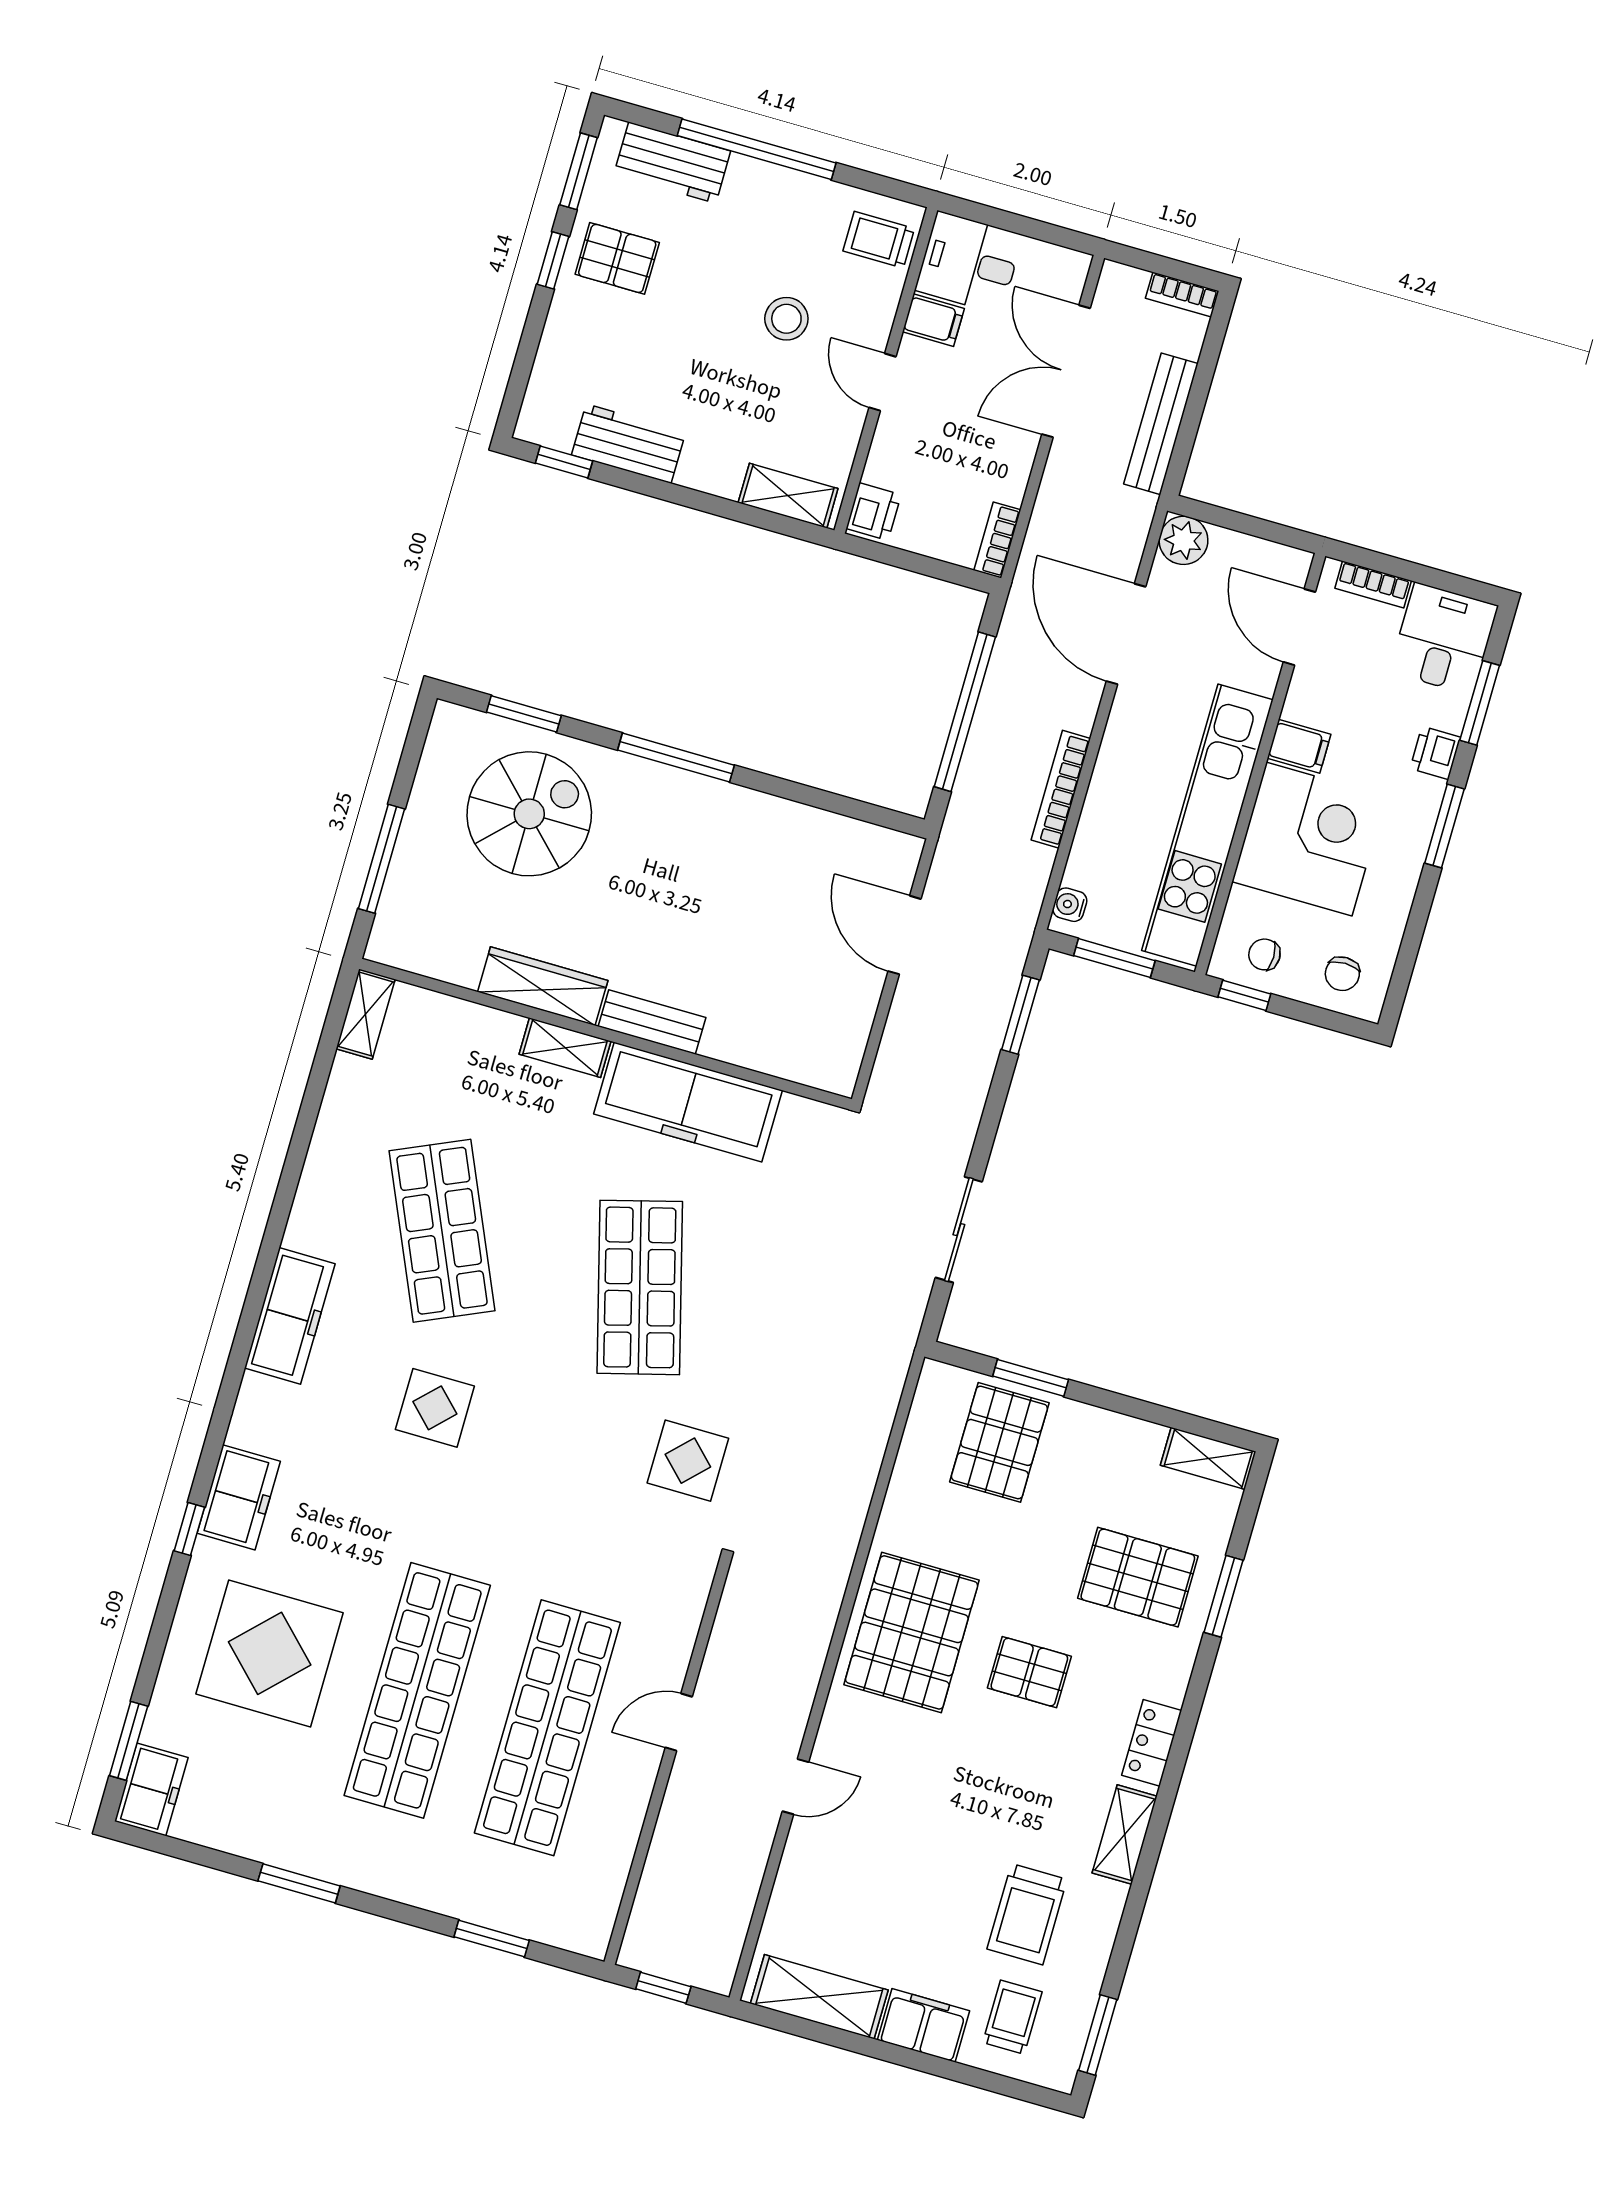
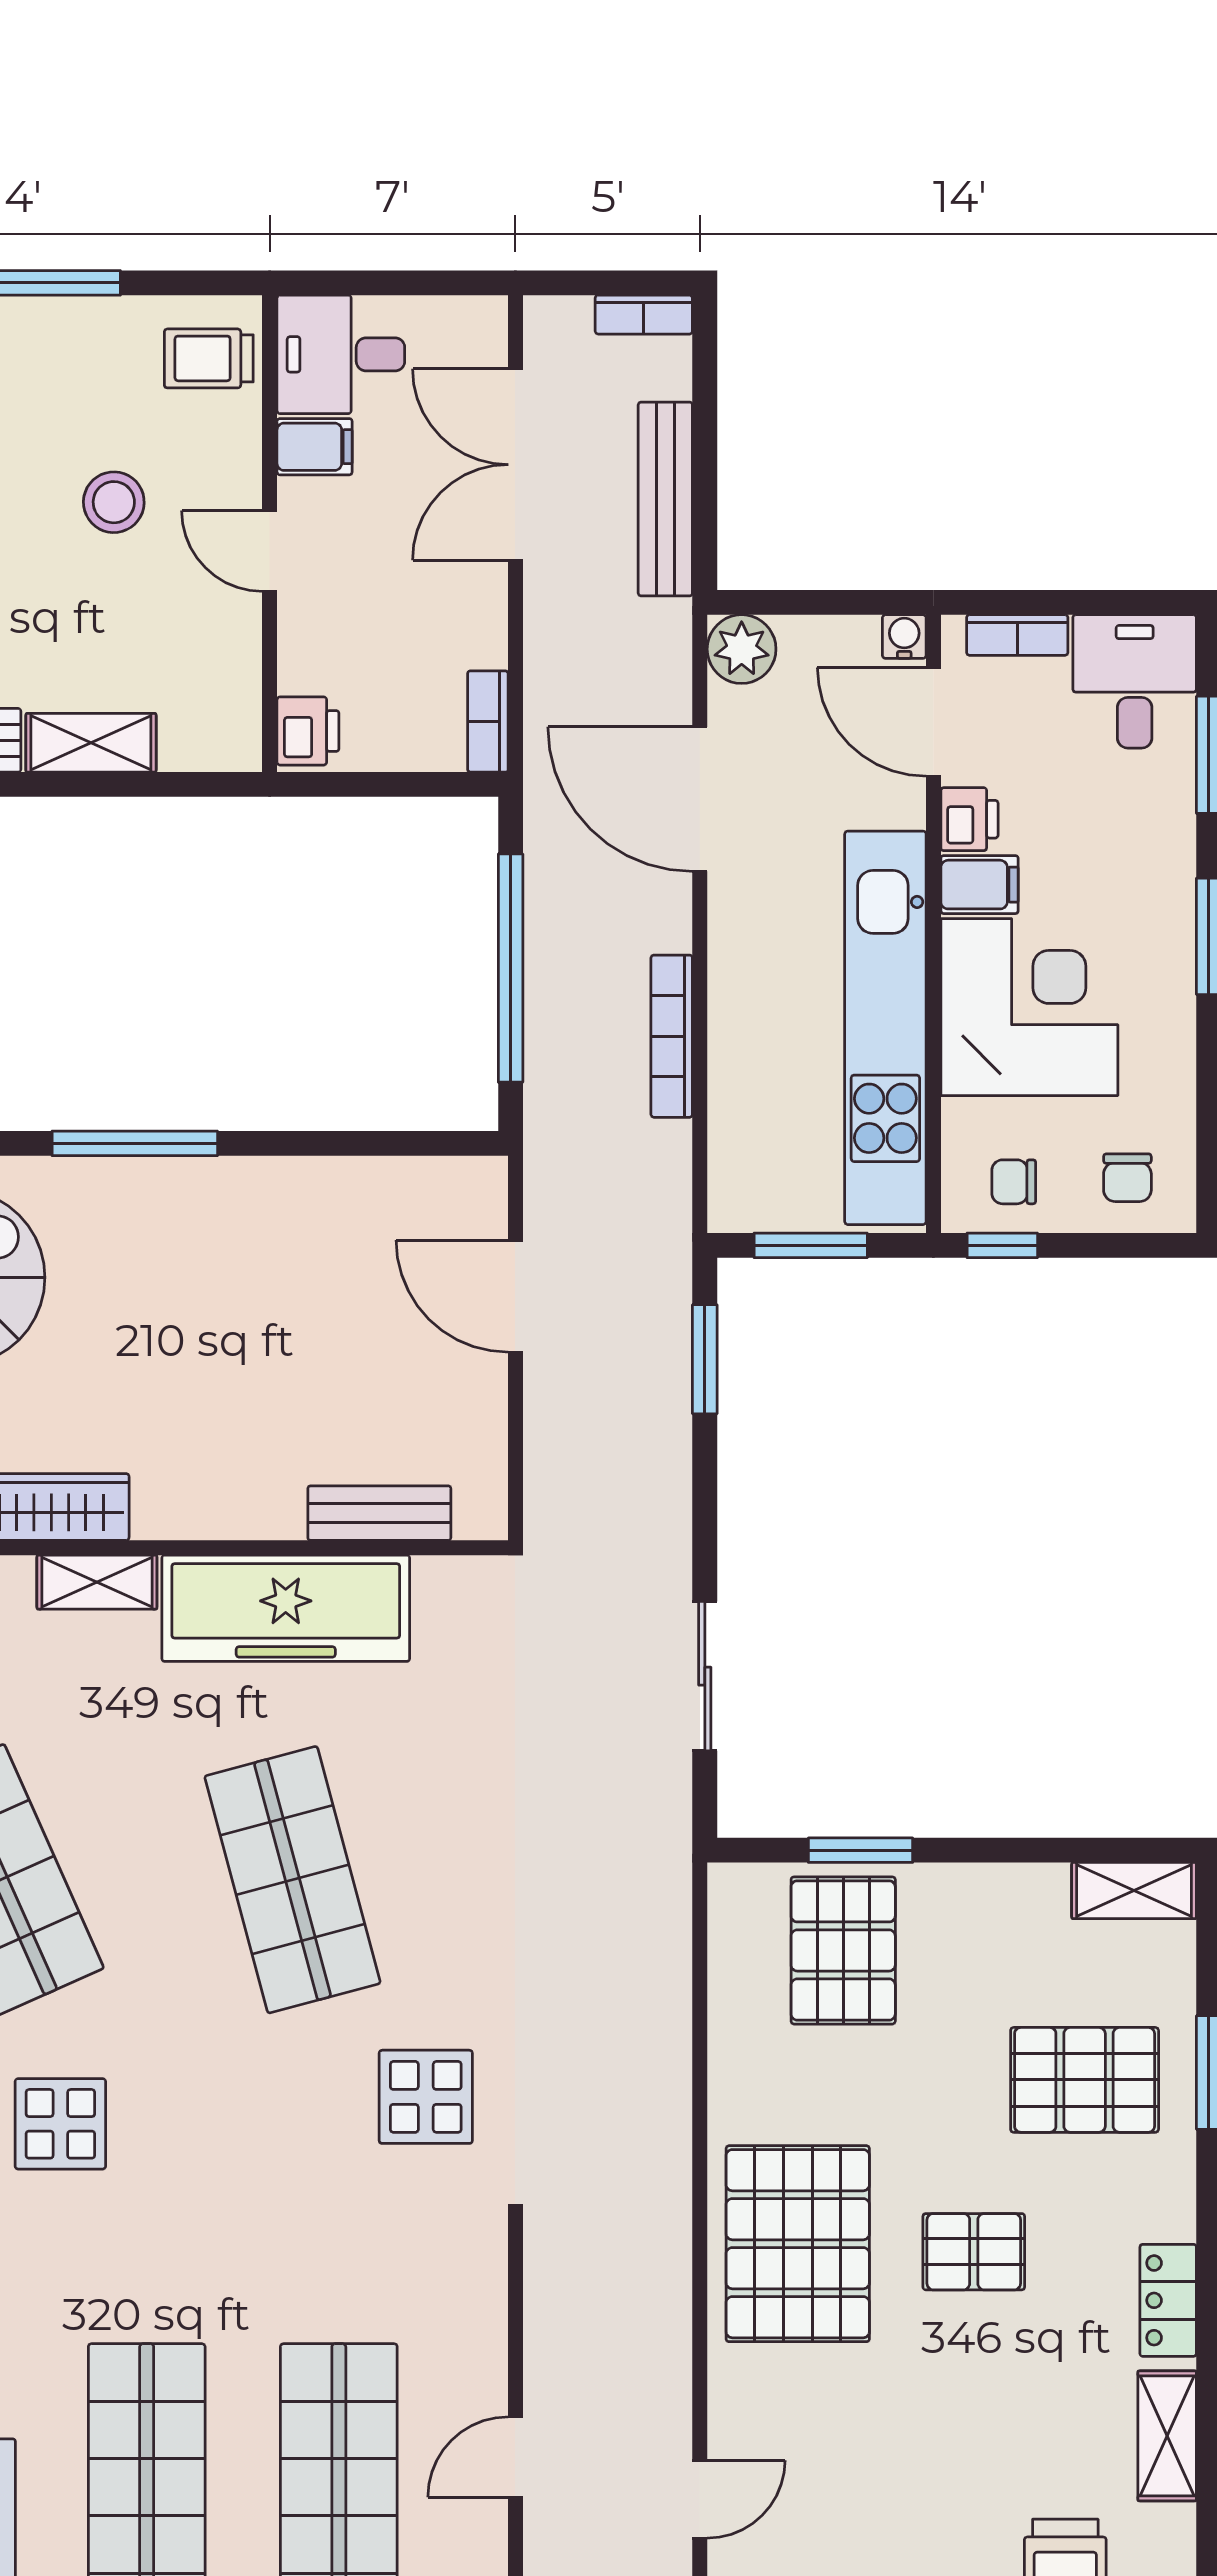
shelving: (788, 496) -> (91, 743), moved
printer: (1435, 753) -> (969, 819), moved, turned 180
water cooler: (1070, 905) -> (904, 637), moved, turned 90
bench: (652, 1022) -> (379, 1513), moved

